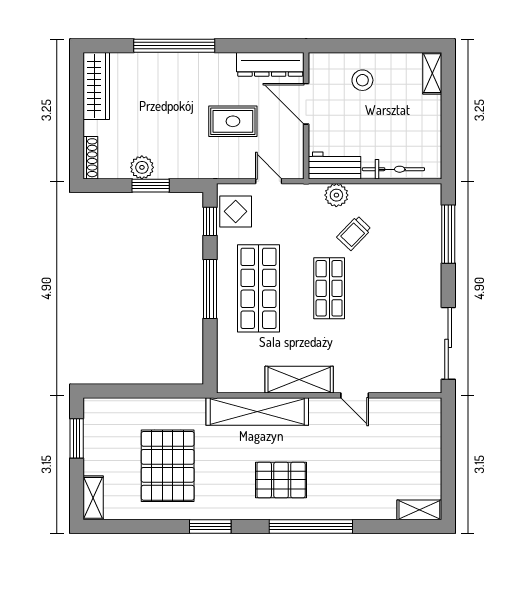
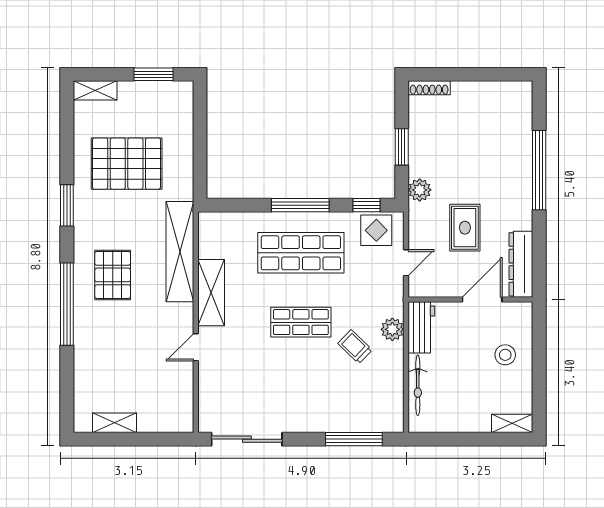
wardrobe: (96, 86) -> (500, 93), removed
plant: (142, 167) -> (420, 190), moved
shelving: (419, 510) -> (114, 423), moved, turned 90

